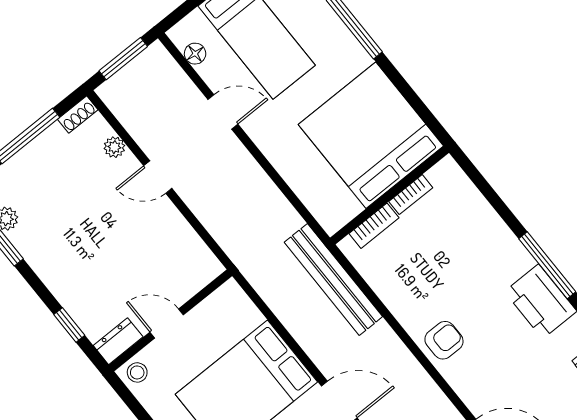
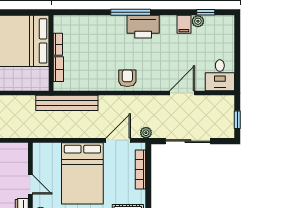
door: (167, 324) -> (30, 184), swing flipped

